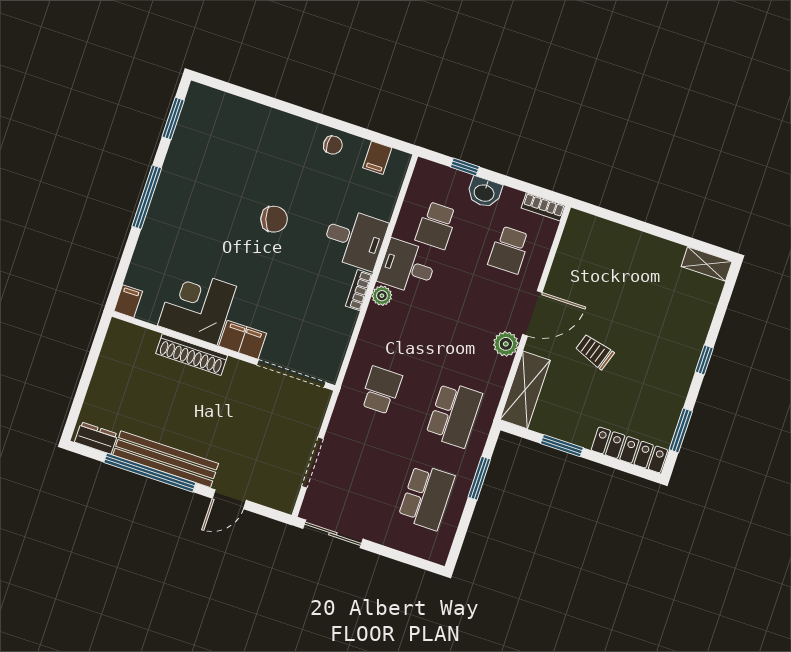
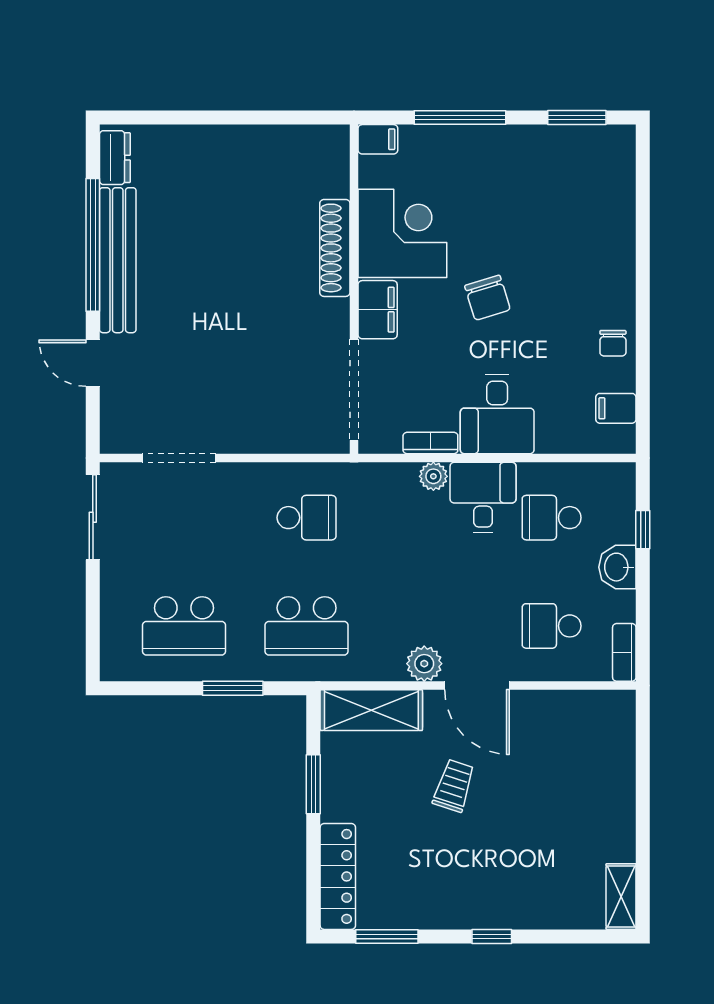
filing cabinet: (128, 301) -> (378, 139), moved
corner desk: (197, 306) -> (402, 233), moved
filing cabinet: (243, 340) -> (378, 310), moved
wall: (224, 351) -> (354, 289), moved
shoe rack: (192, 355) -> (335, 248), moved
doorway: (291, 374) -> (354, 390), moved

